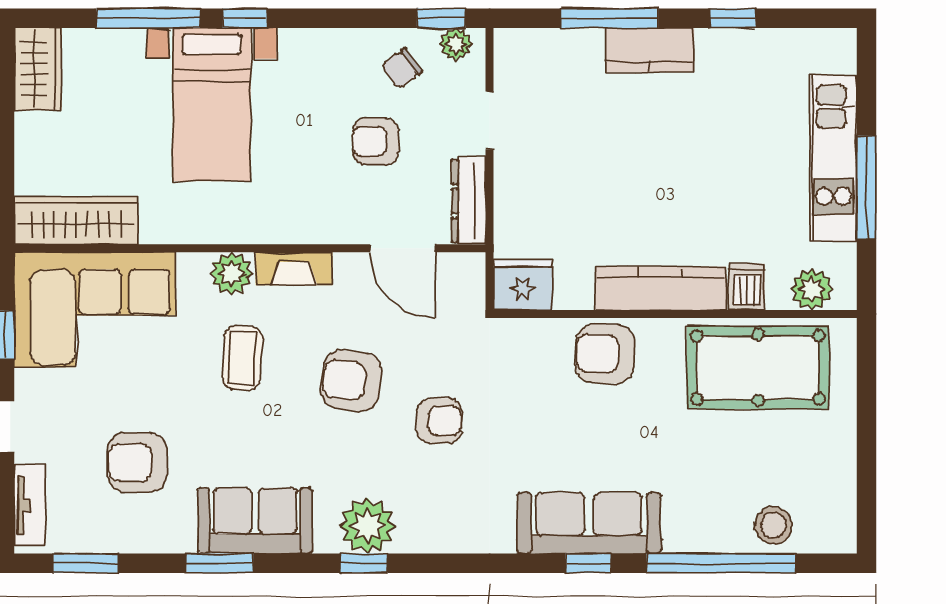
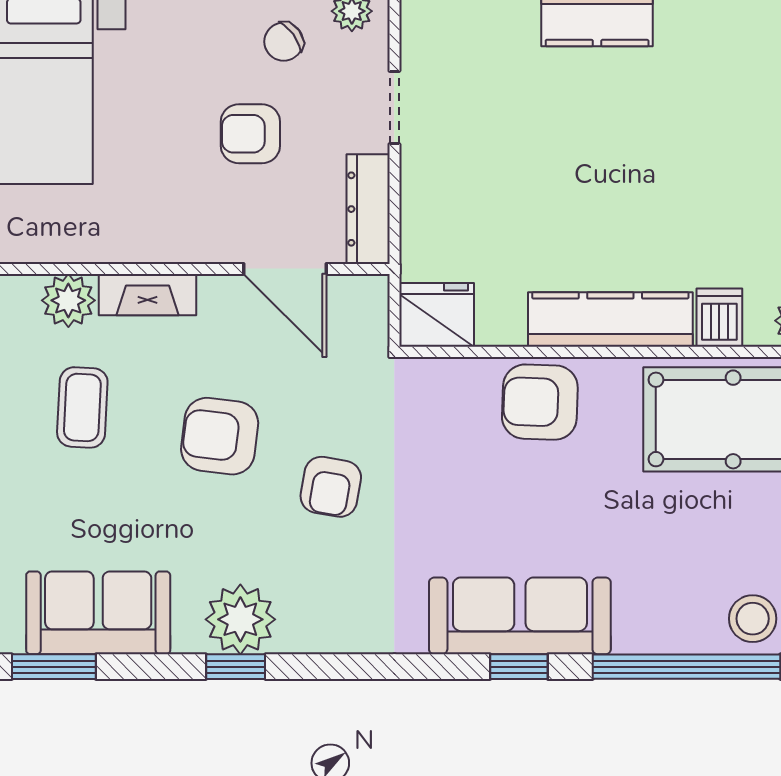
armchair: (439, 421) -> (331, 487), turned 100

